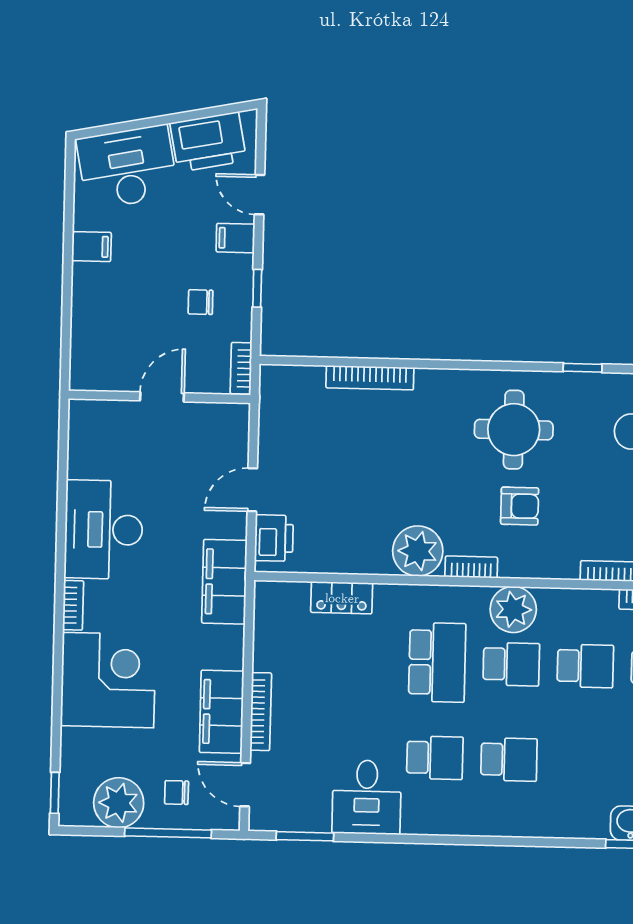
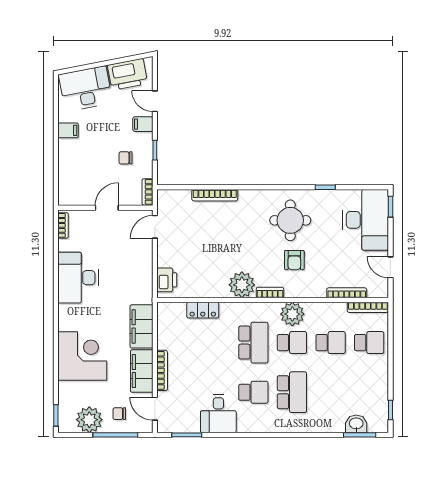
door: (252, 490) -> (155, 227), moved
armchair: (520, 506) -> (294, 260), turned 90
filing cabinet: (224, 582) -> (142, 326), moved
bookcase: (73, 605) -> (63, 225), moved
school desk: (509, 760) -> (292, 392), width x1.85

